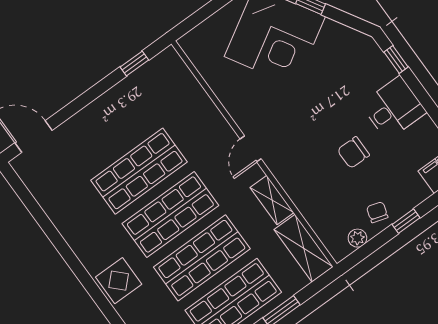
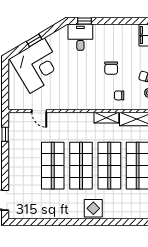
desk: (393, 108) -> (80, 37), moved
door: (251, 149) -> (39, 111), moved
chair: (320, 195) -> (119, 95), added

